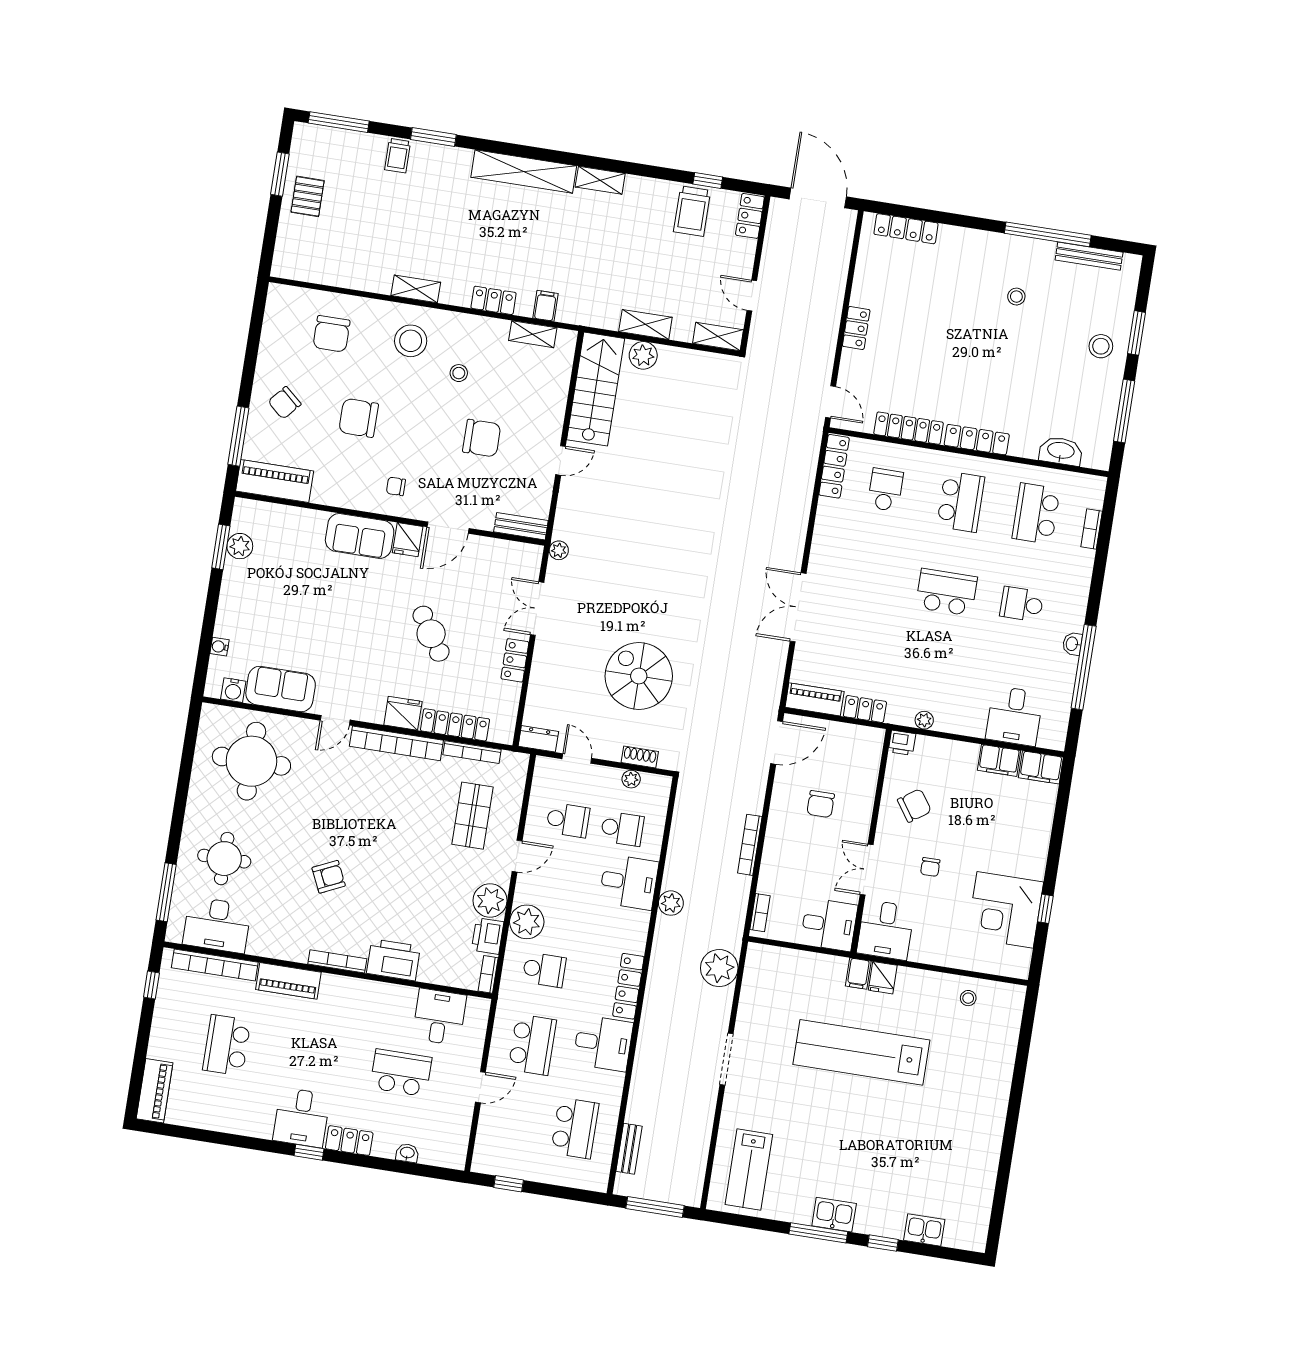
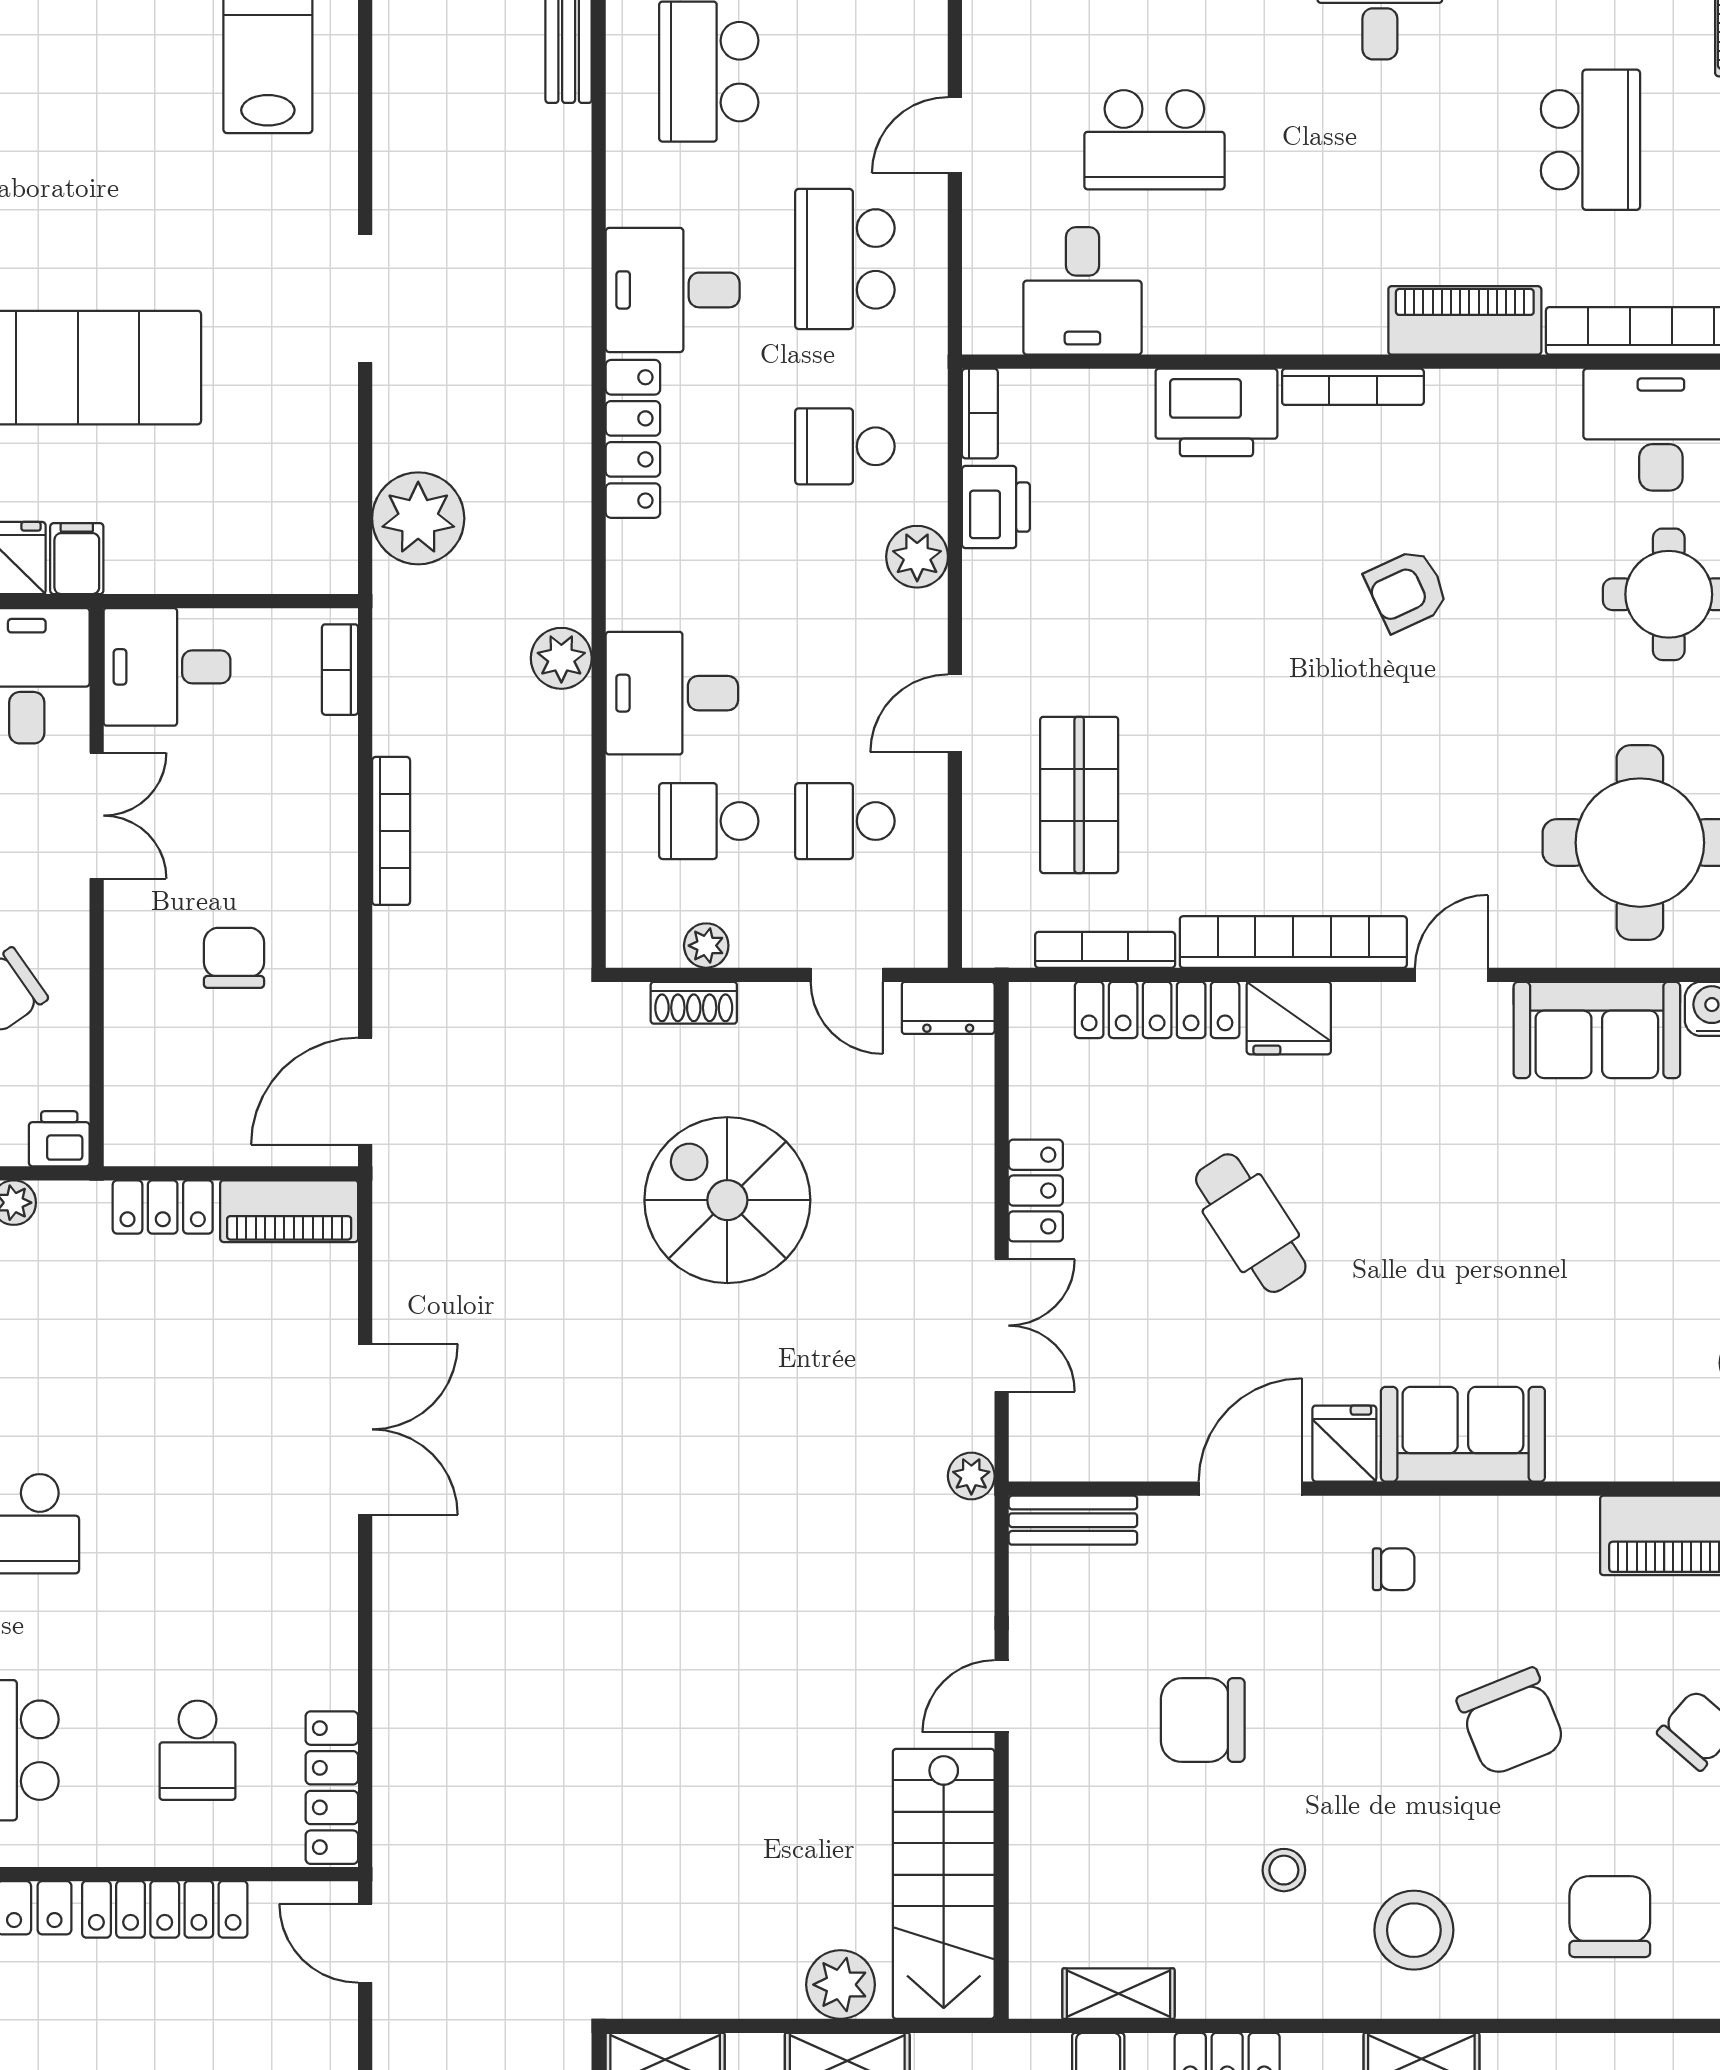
chair: (359, 418) -> (1511, 1722), turned 68
spiral stairs: (639, 676) -> (727, 1200), turned 180
plant: (490, 901) -> (1004, 595), removed
plant: (527, 922) -> (917, 557), width x0.73, depth x0.73

